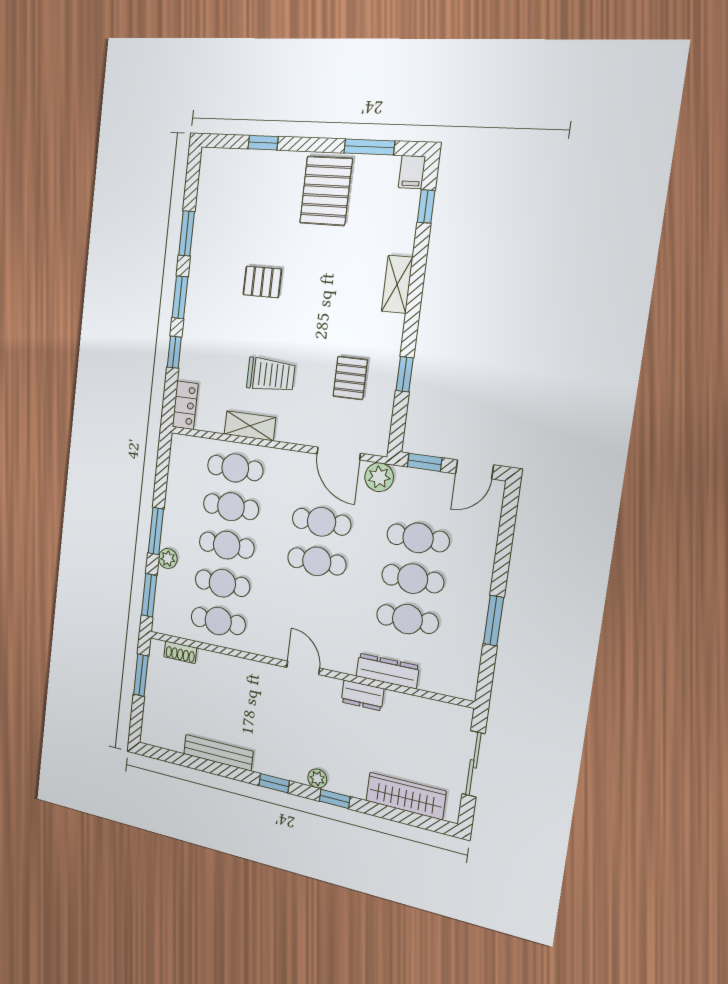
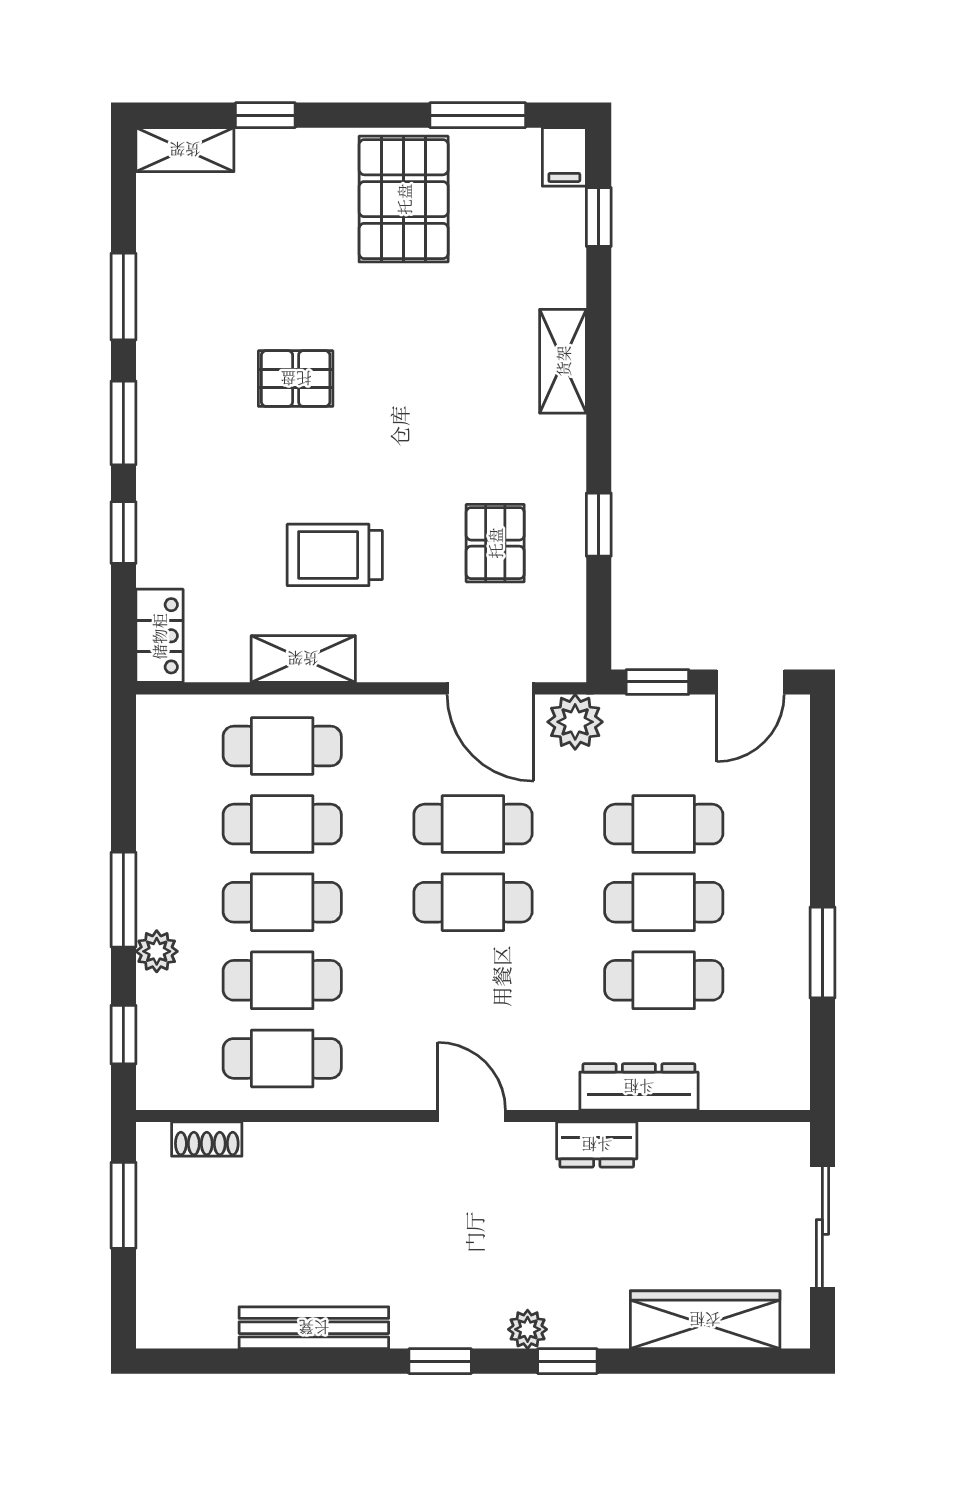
shelving: (223, 159) -> (185, 150), added
trolley: (271, 375) -> (335, 555), turned 180
window: (149, 595) -> (123, 1035), width x0.67

